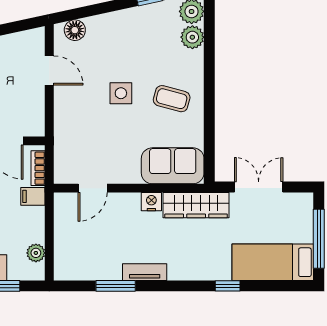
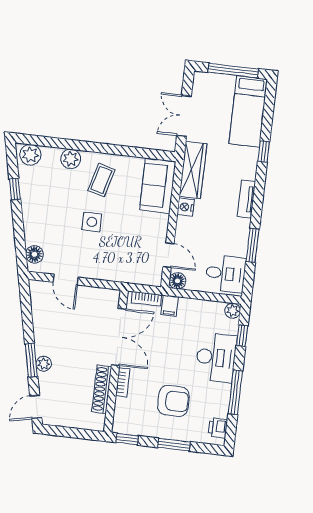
plant: (192, 37) -> (71, 159), moved
door: (49, 70) -> (66, 280), swing flipped
floor lamp: (63, 202) -> (177, 281), added
plant: (36, 253) -> (233, 311), moved
desk: (79, 258) -> (225, 274), added
tv unit: (145, 272) -> (246, 199), moved

